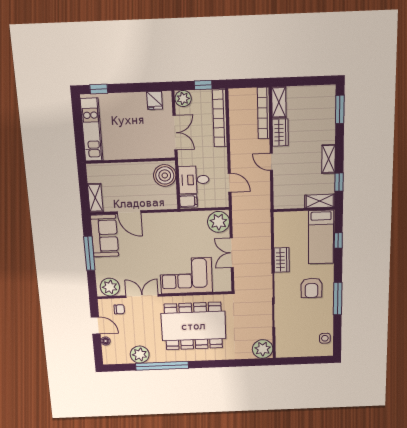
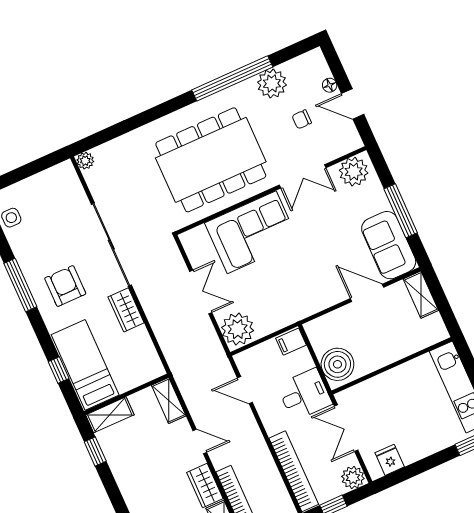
shelving: (329, 159) -> (169, 401), moved
desk: (194, 180) -> (305, 395), moved
chair: (119, 309) -> (302, 119), moved
plant: (263, 349) -> (85, 161), width x0.53, depth x0.53

